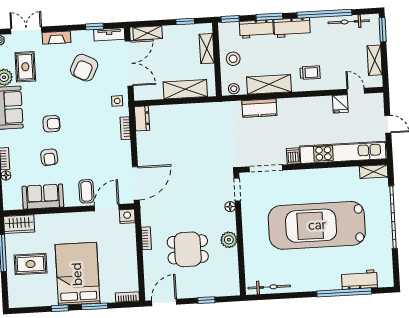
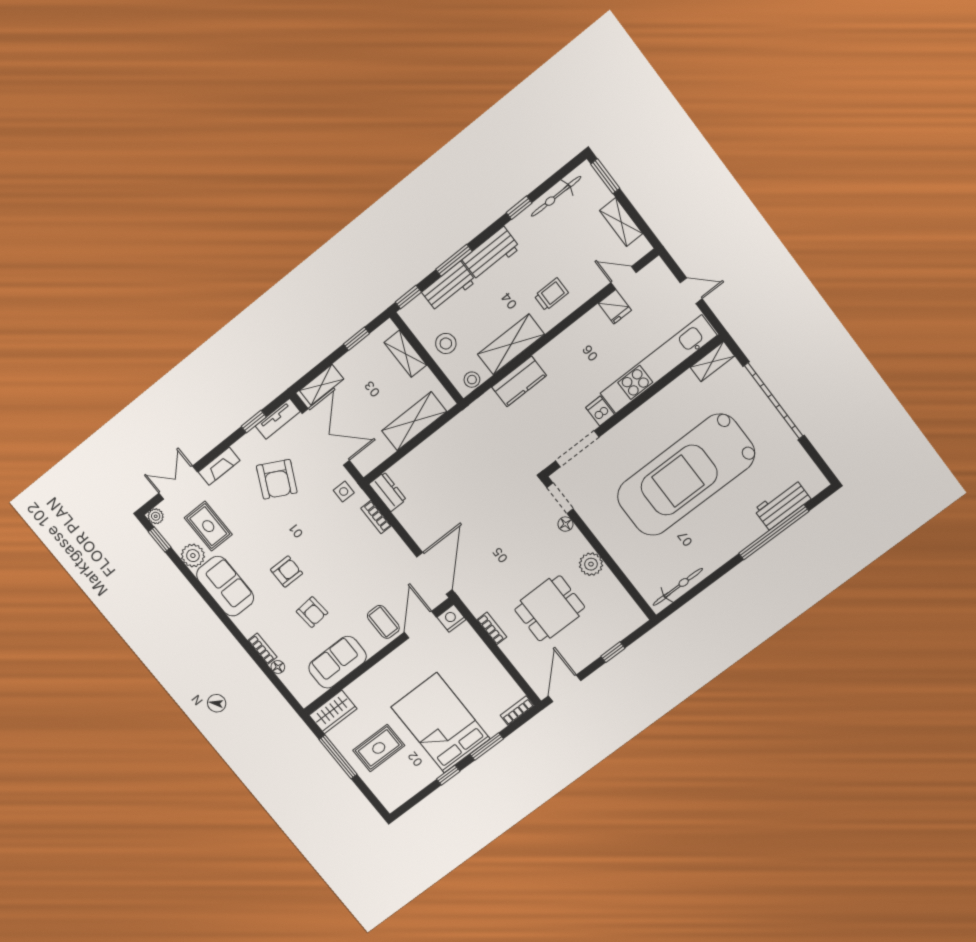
window: (324, 14) -> (519, 208), width x0.32

